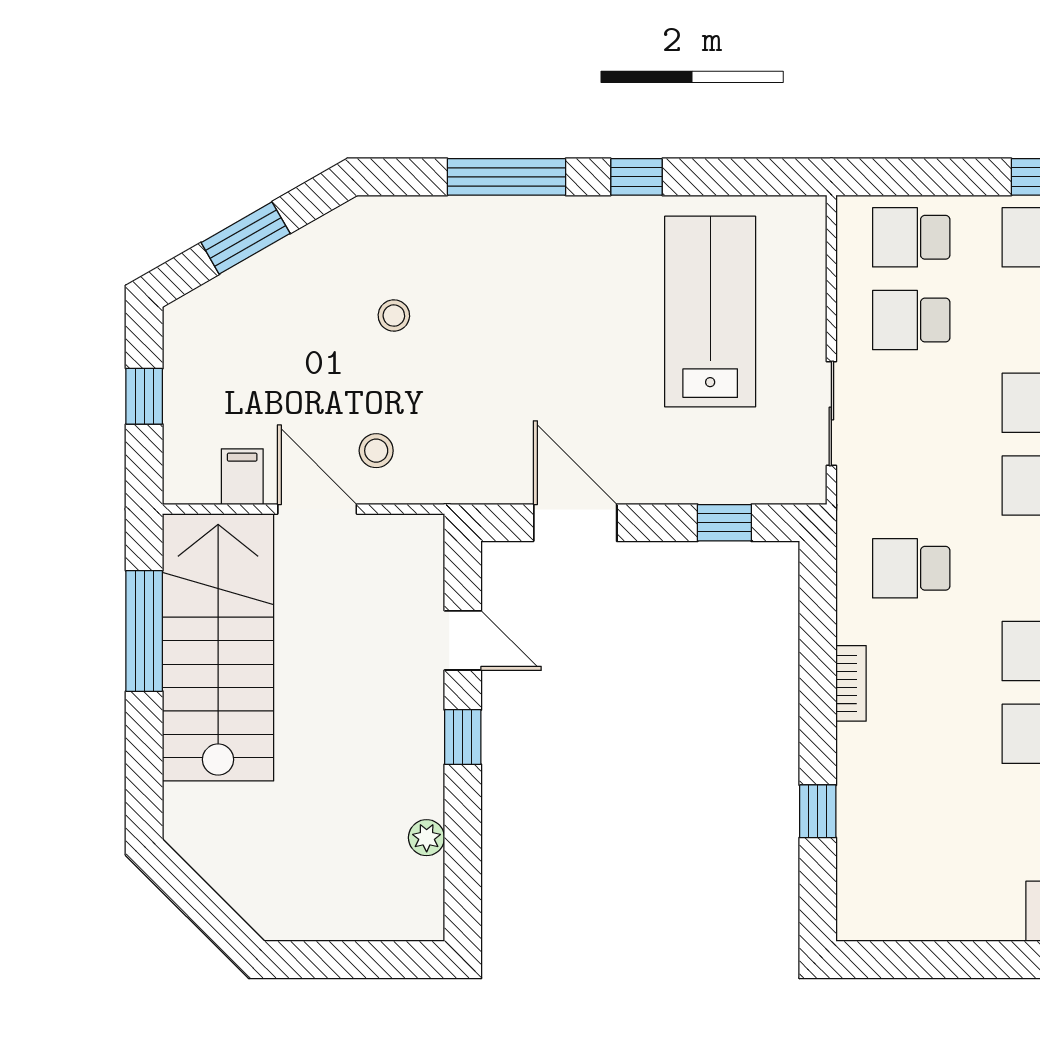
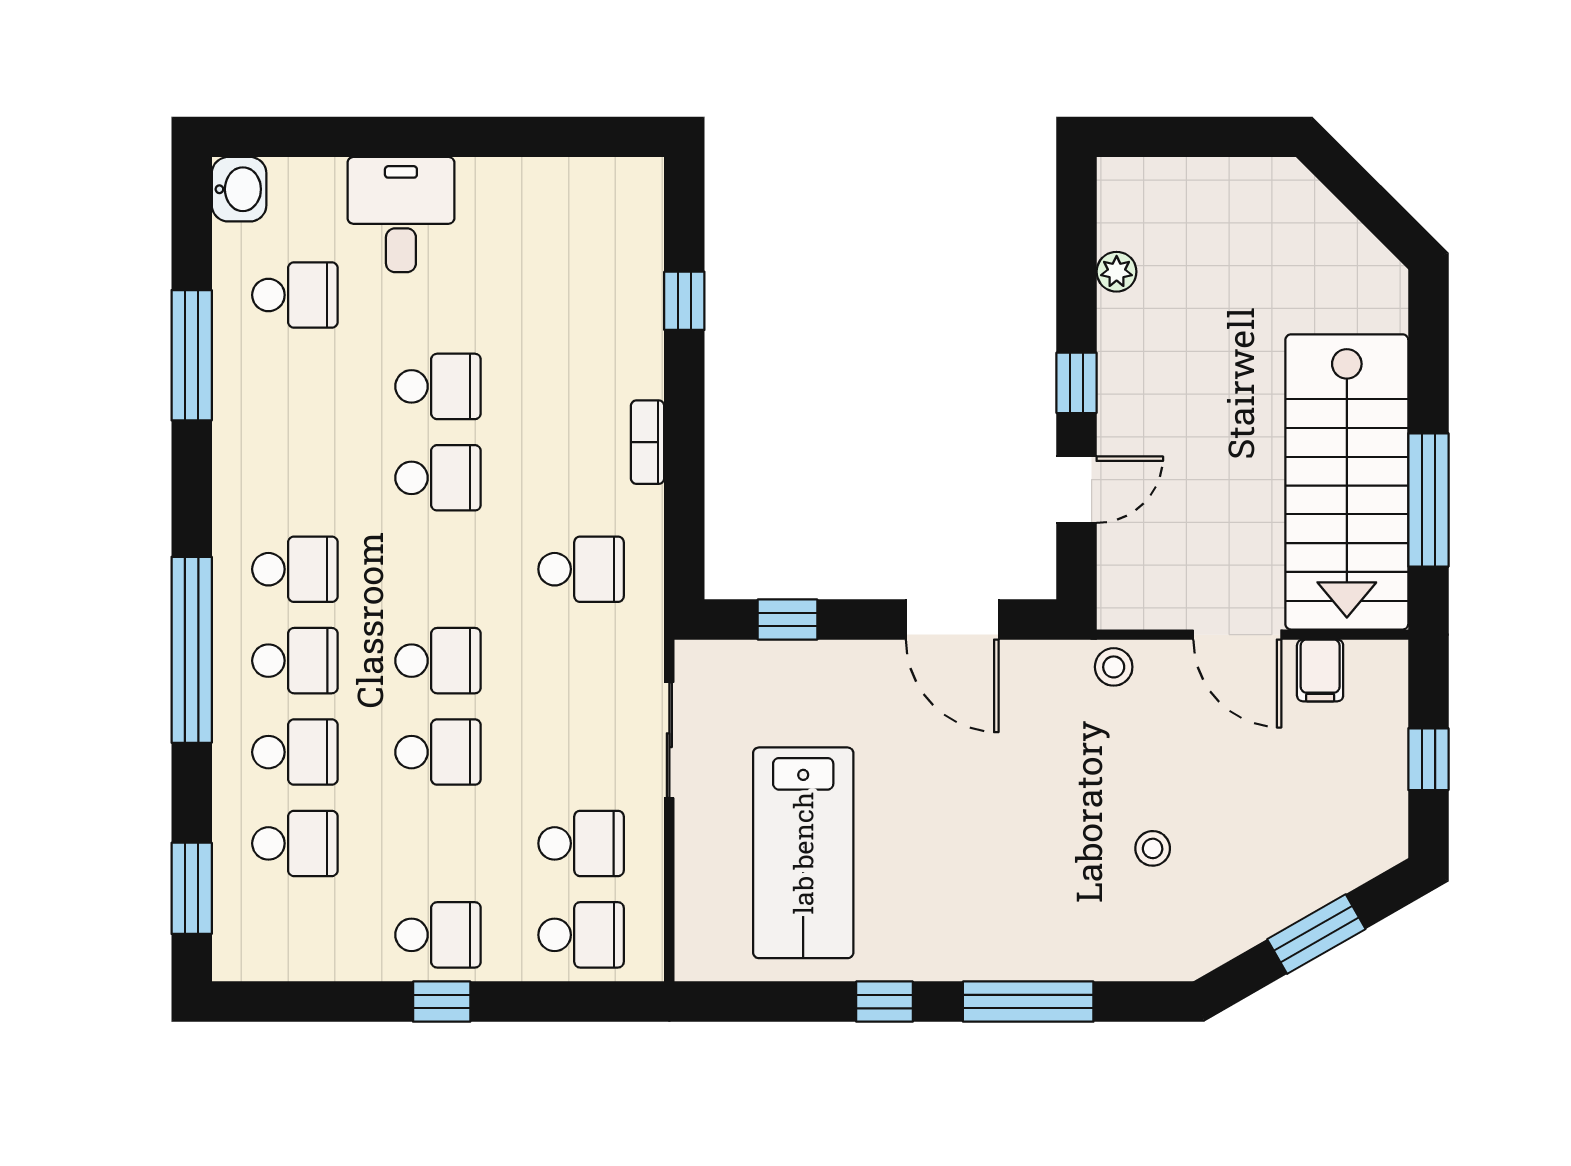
stool: (376, 451) -> (1114, 667), moved
door: (463, 640) -> (1076, 490), swing flipped

